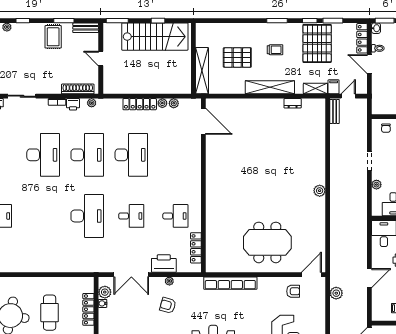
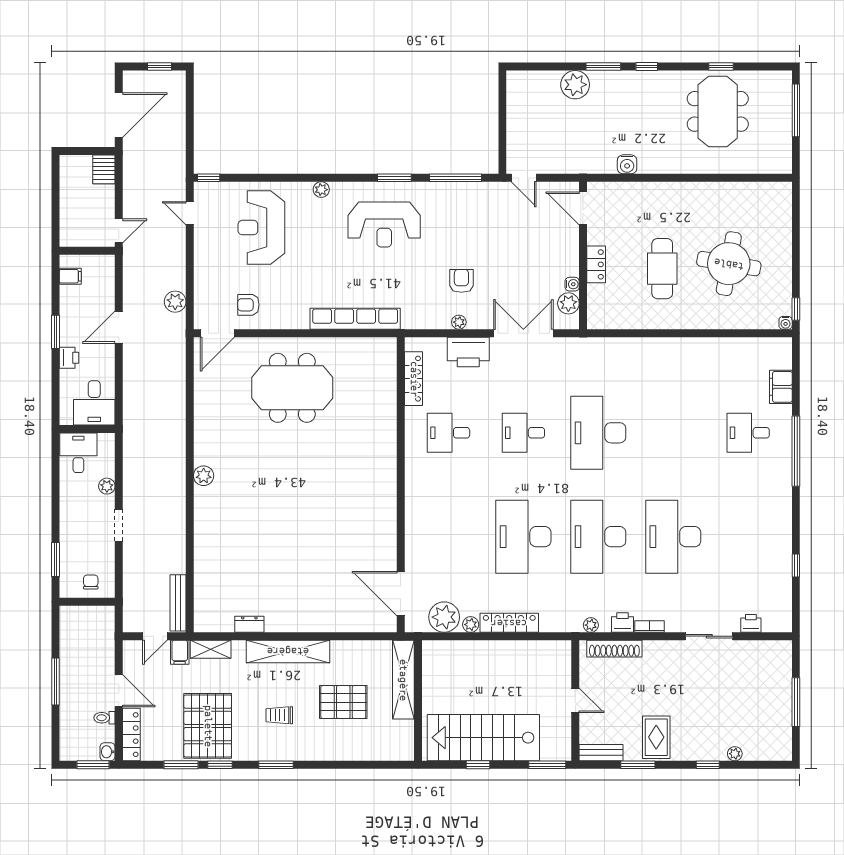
plant: (174, 103) -> (444, 617), width x1.88, depth x1.88
bench: (335, 111) -> (178, 603), width x1.36
armchair: (168, 305) -> (461, 281), turned -106
locker: (88, 309) -> (596, 264), width x0.66

